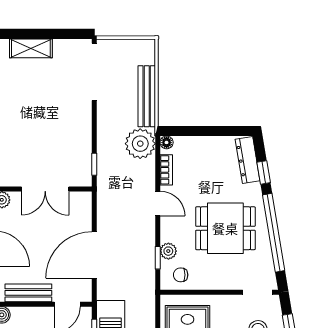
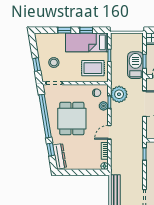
plant: (140, 144) -> (119, 94), moved
door: (158, 204) -> (109, 132), hinge flipped
dining table: (225, 228) -> (72, 119), turned 90

